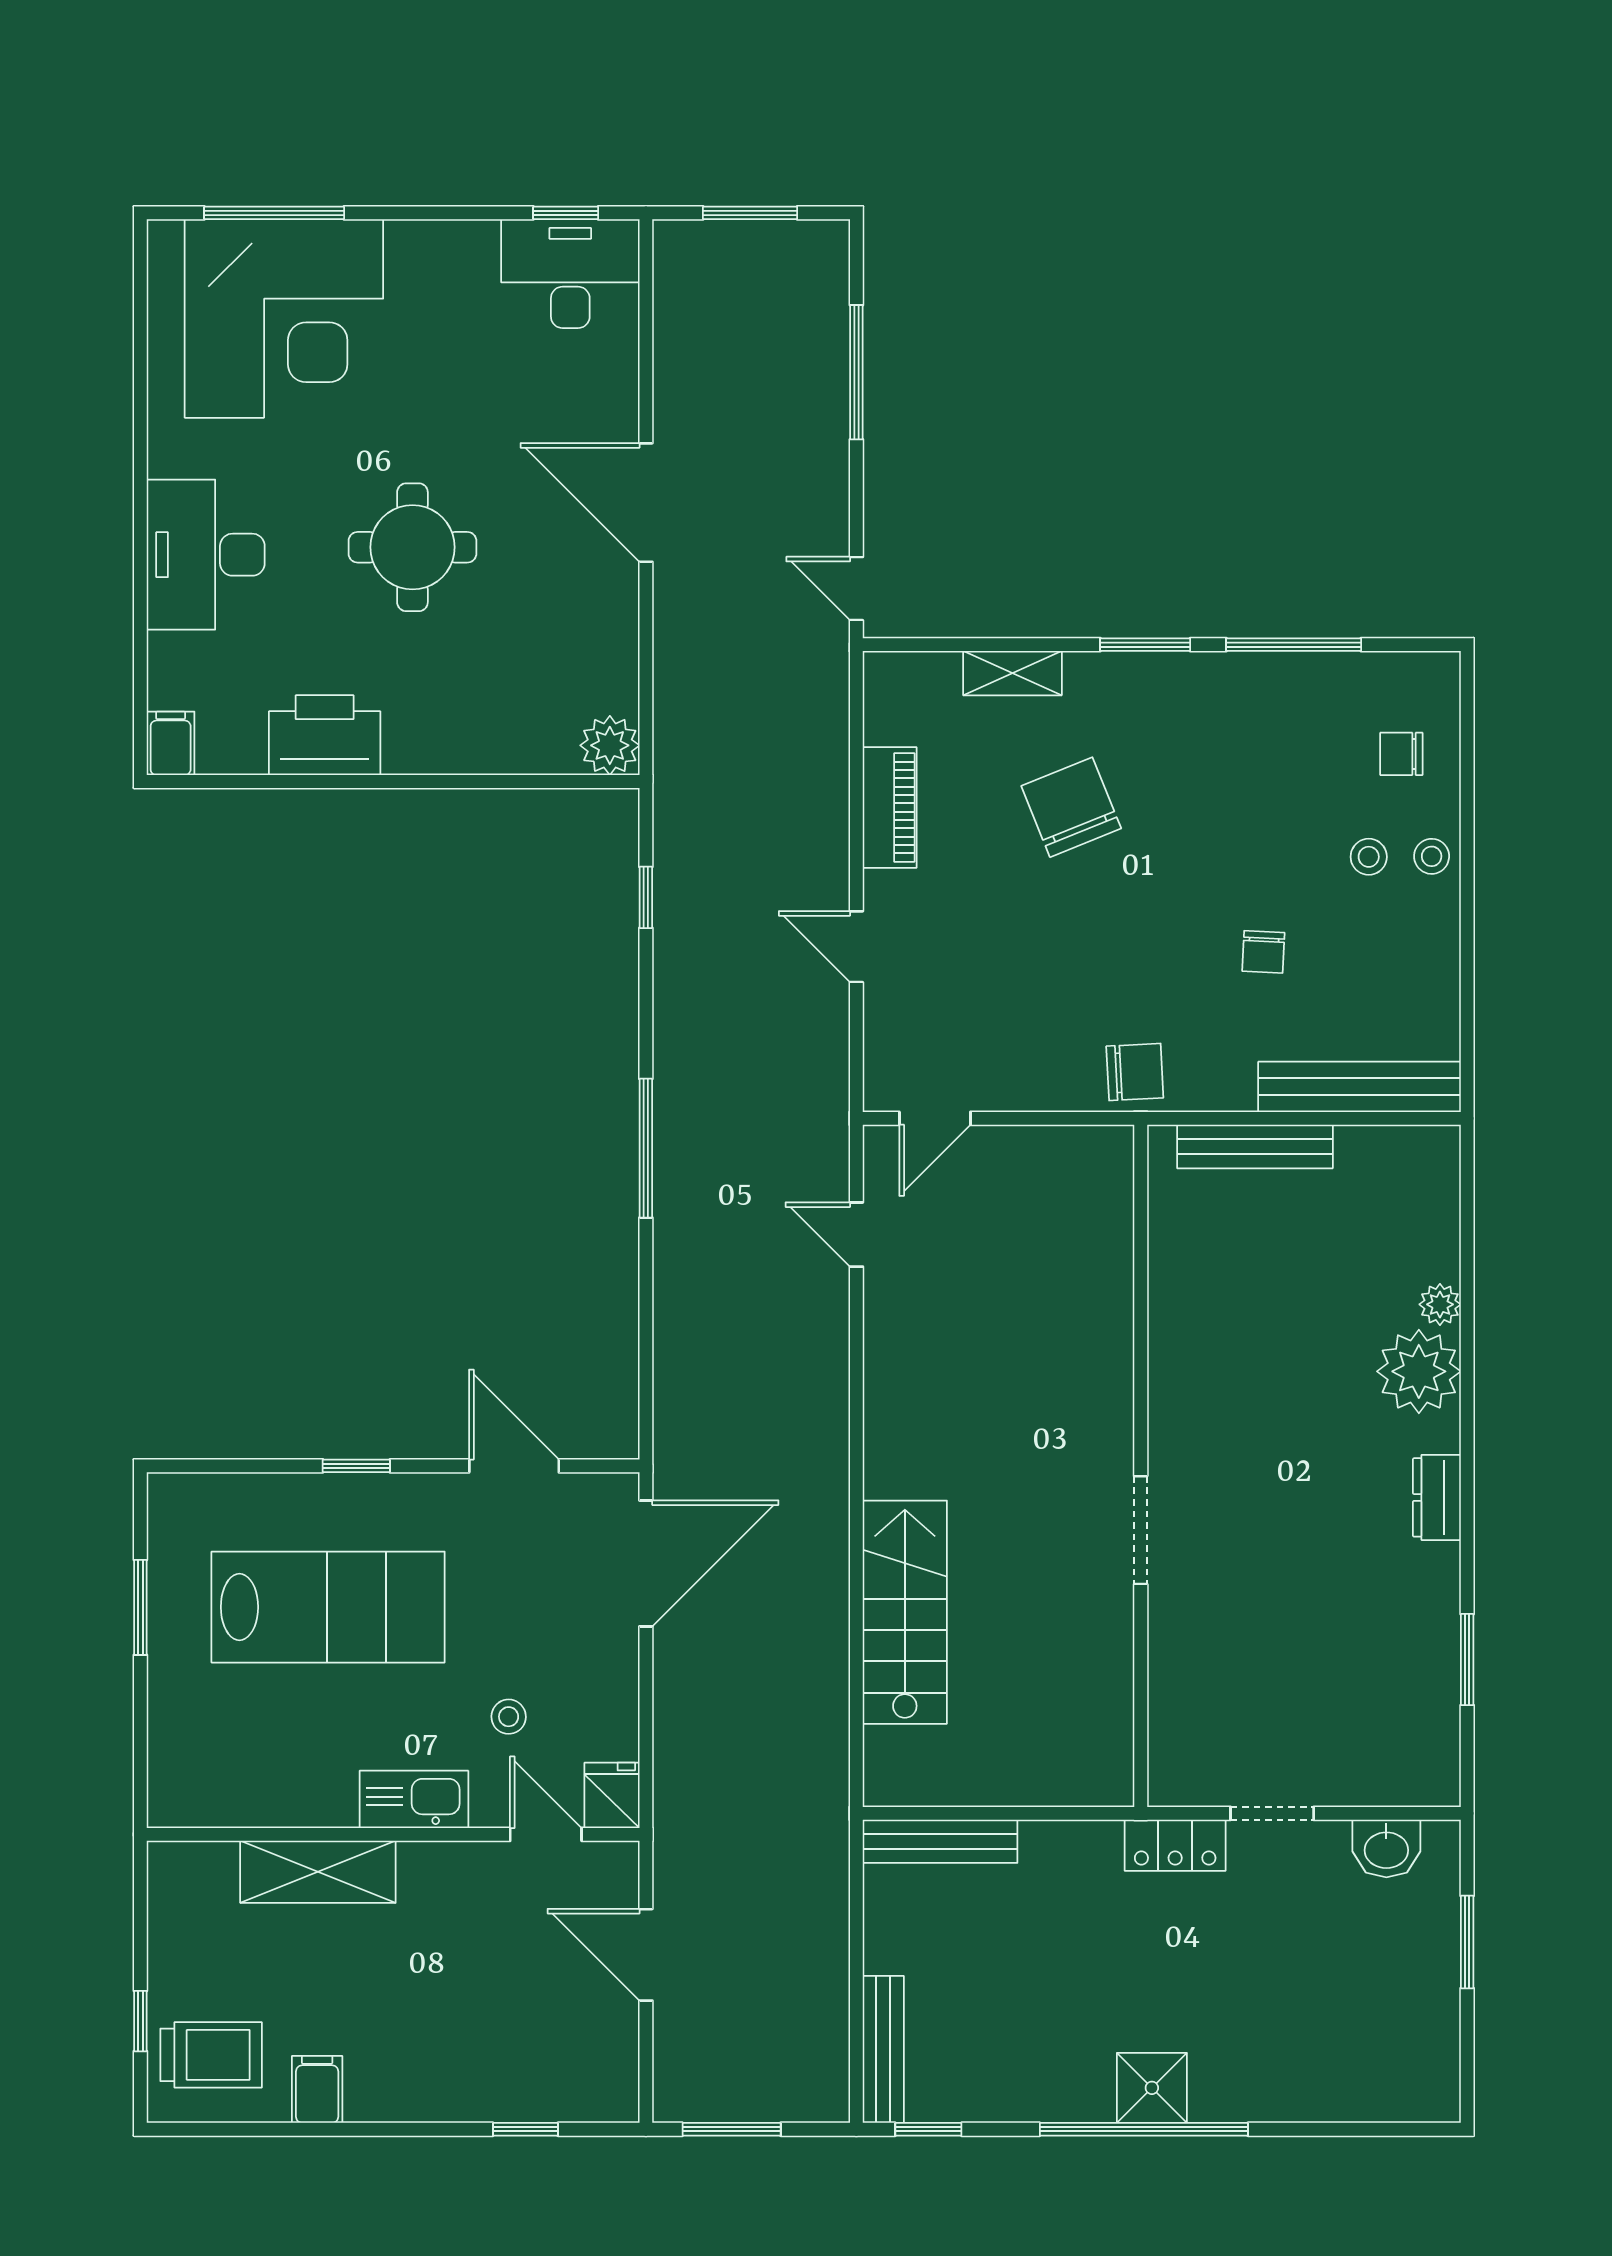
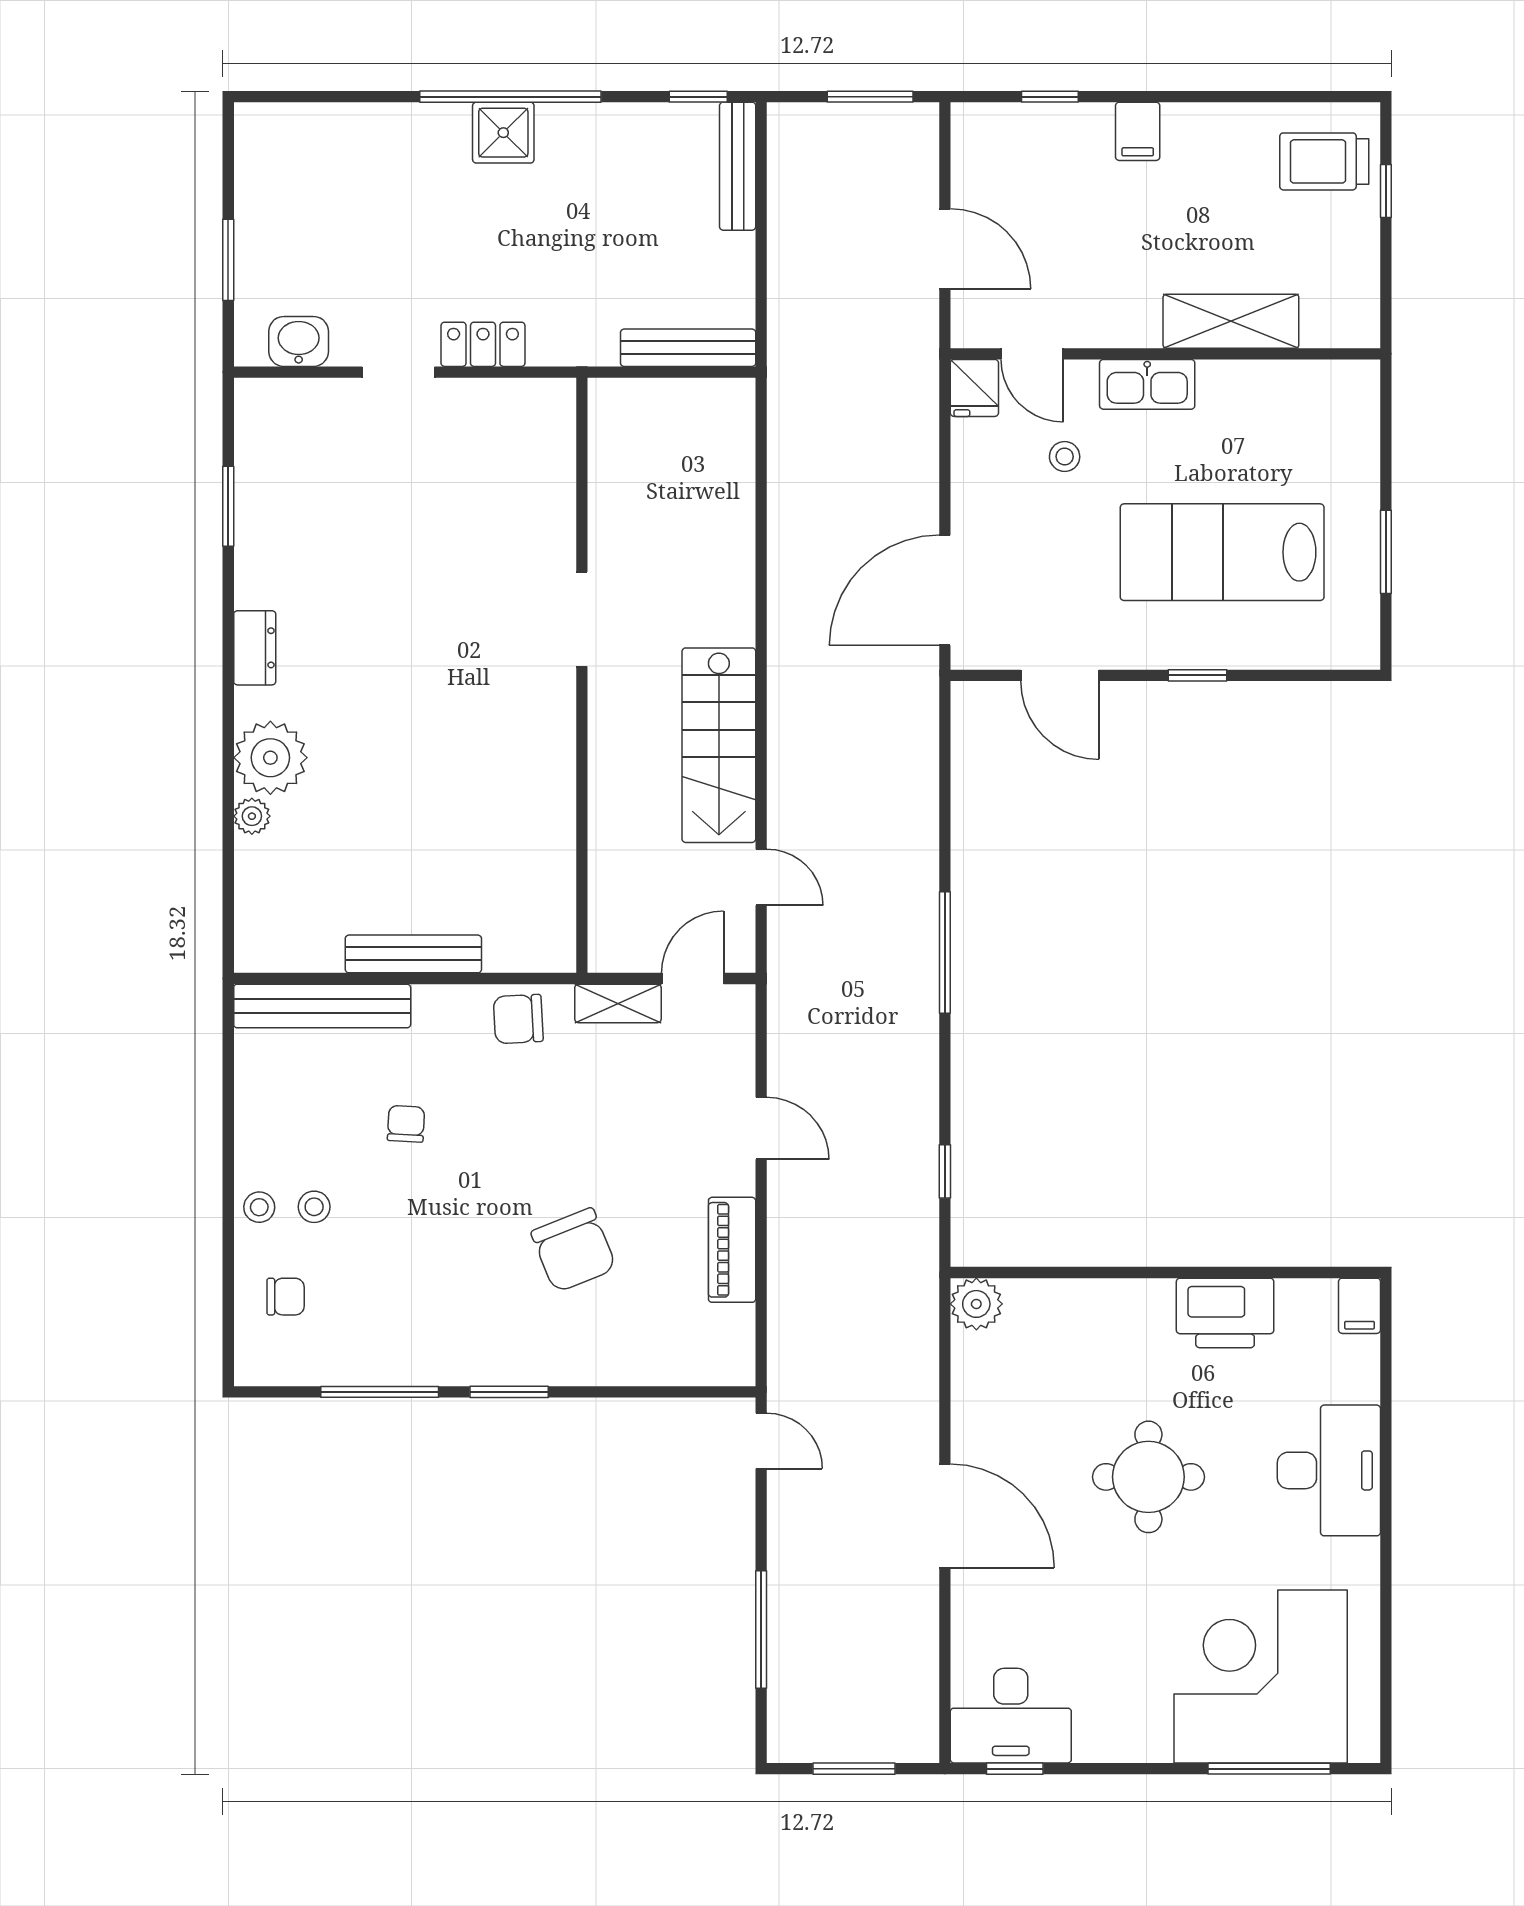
shelving: (1012, 673) -> (618, 1003), moved
wall: (1141, 1466) -> (582, 675), moved
doorway: (1141, 1530) -> (582, 619), moved
stairs: (905, 1612) -> (719, 745), moved
filing cabinet: (317, 2089) -> (1138, 131), moved

